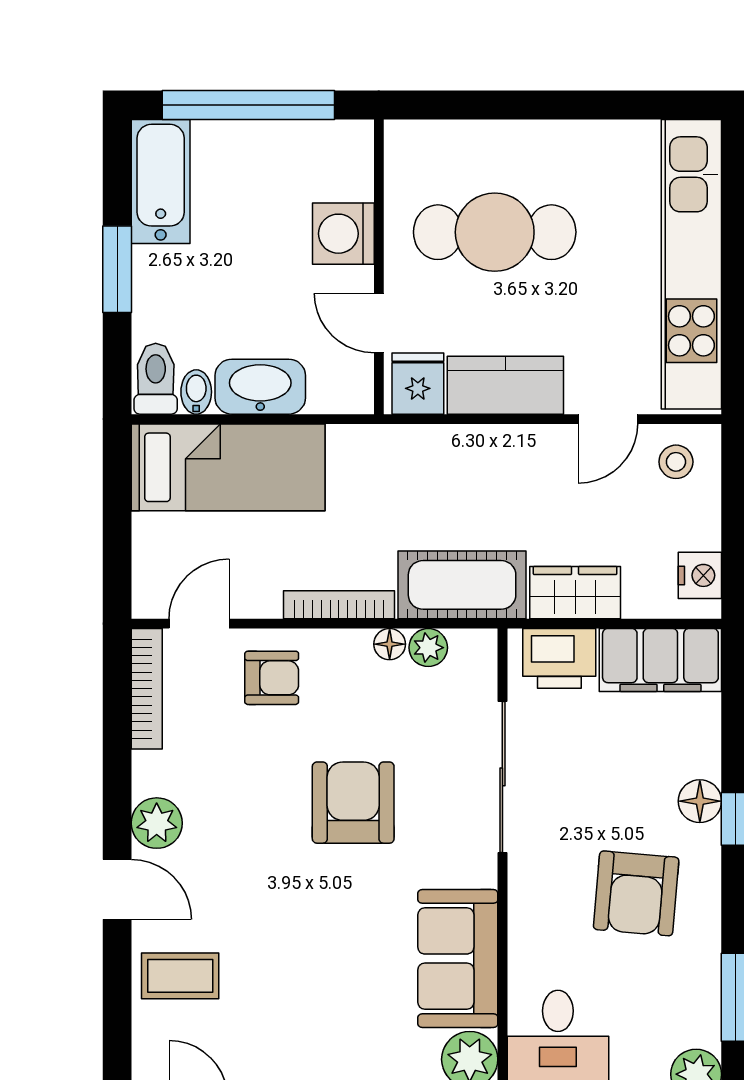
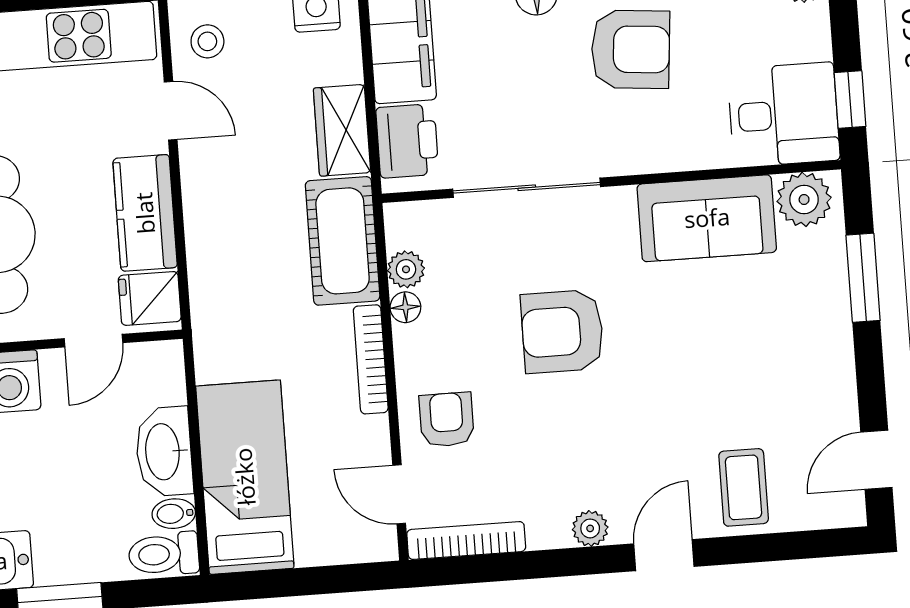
plant: (157, 823) -> (590, 528), width x0.73, depth x0.73

